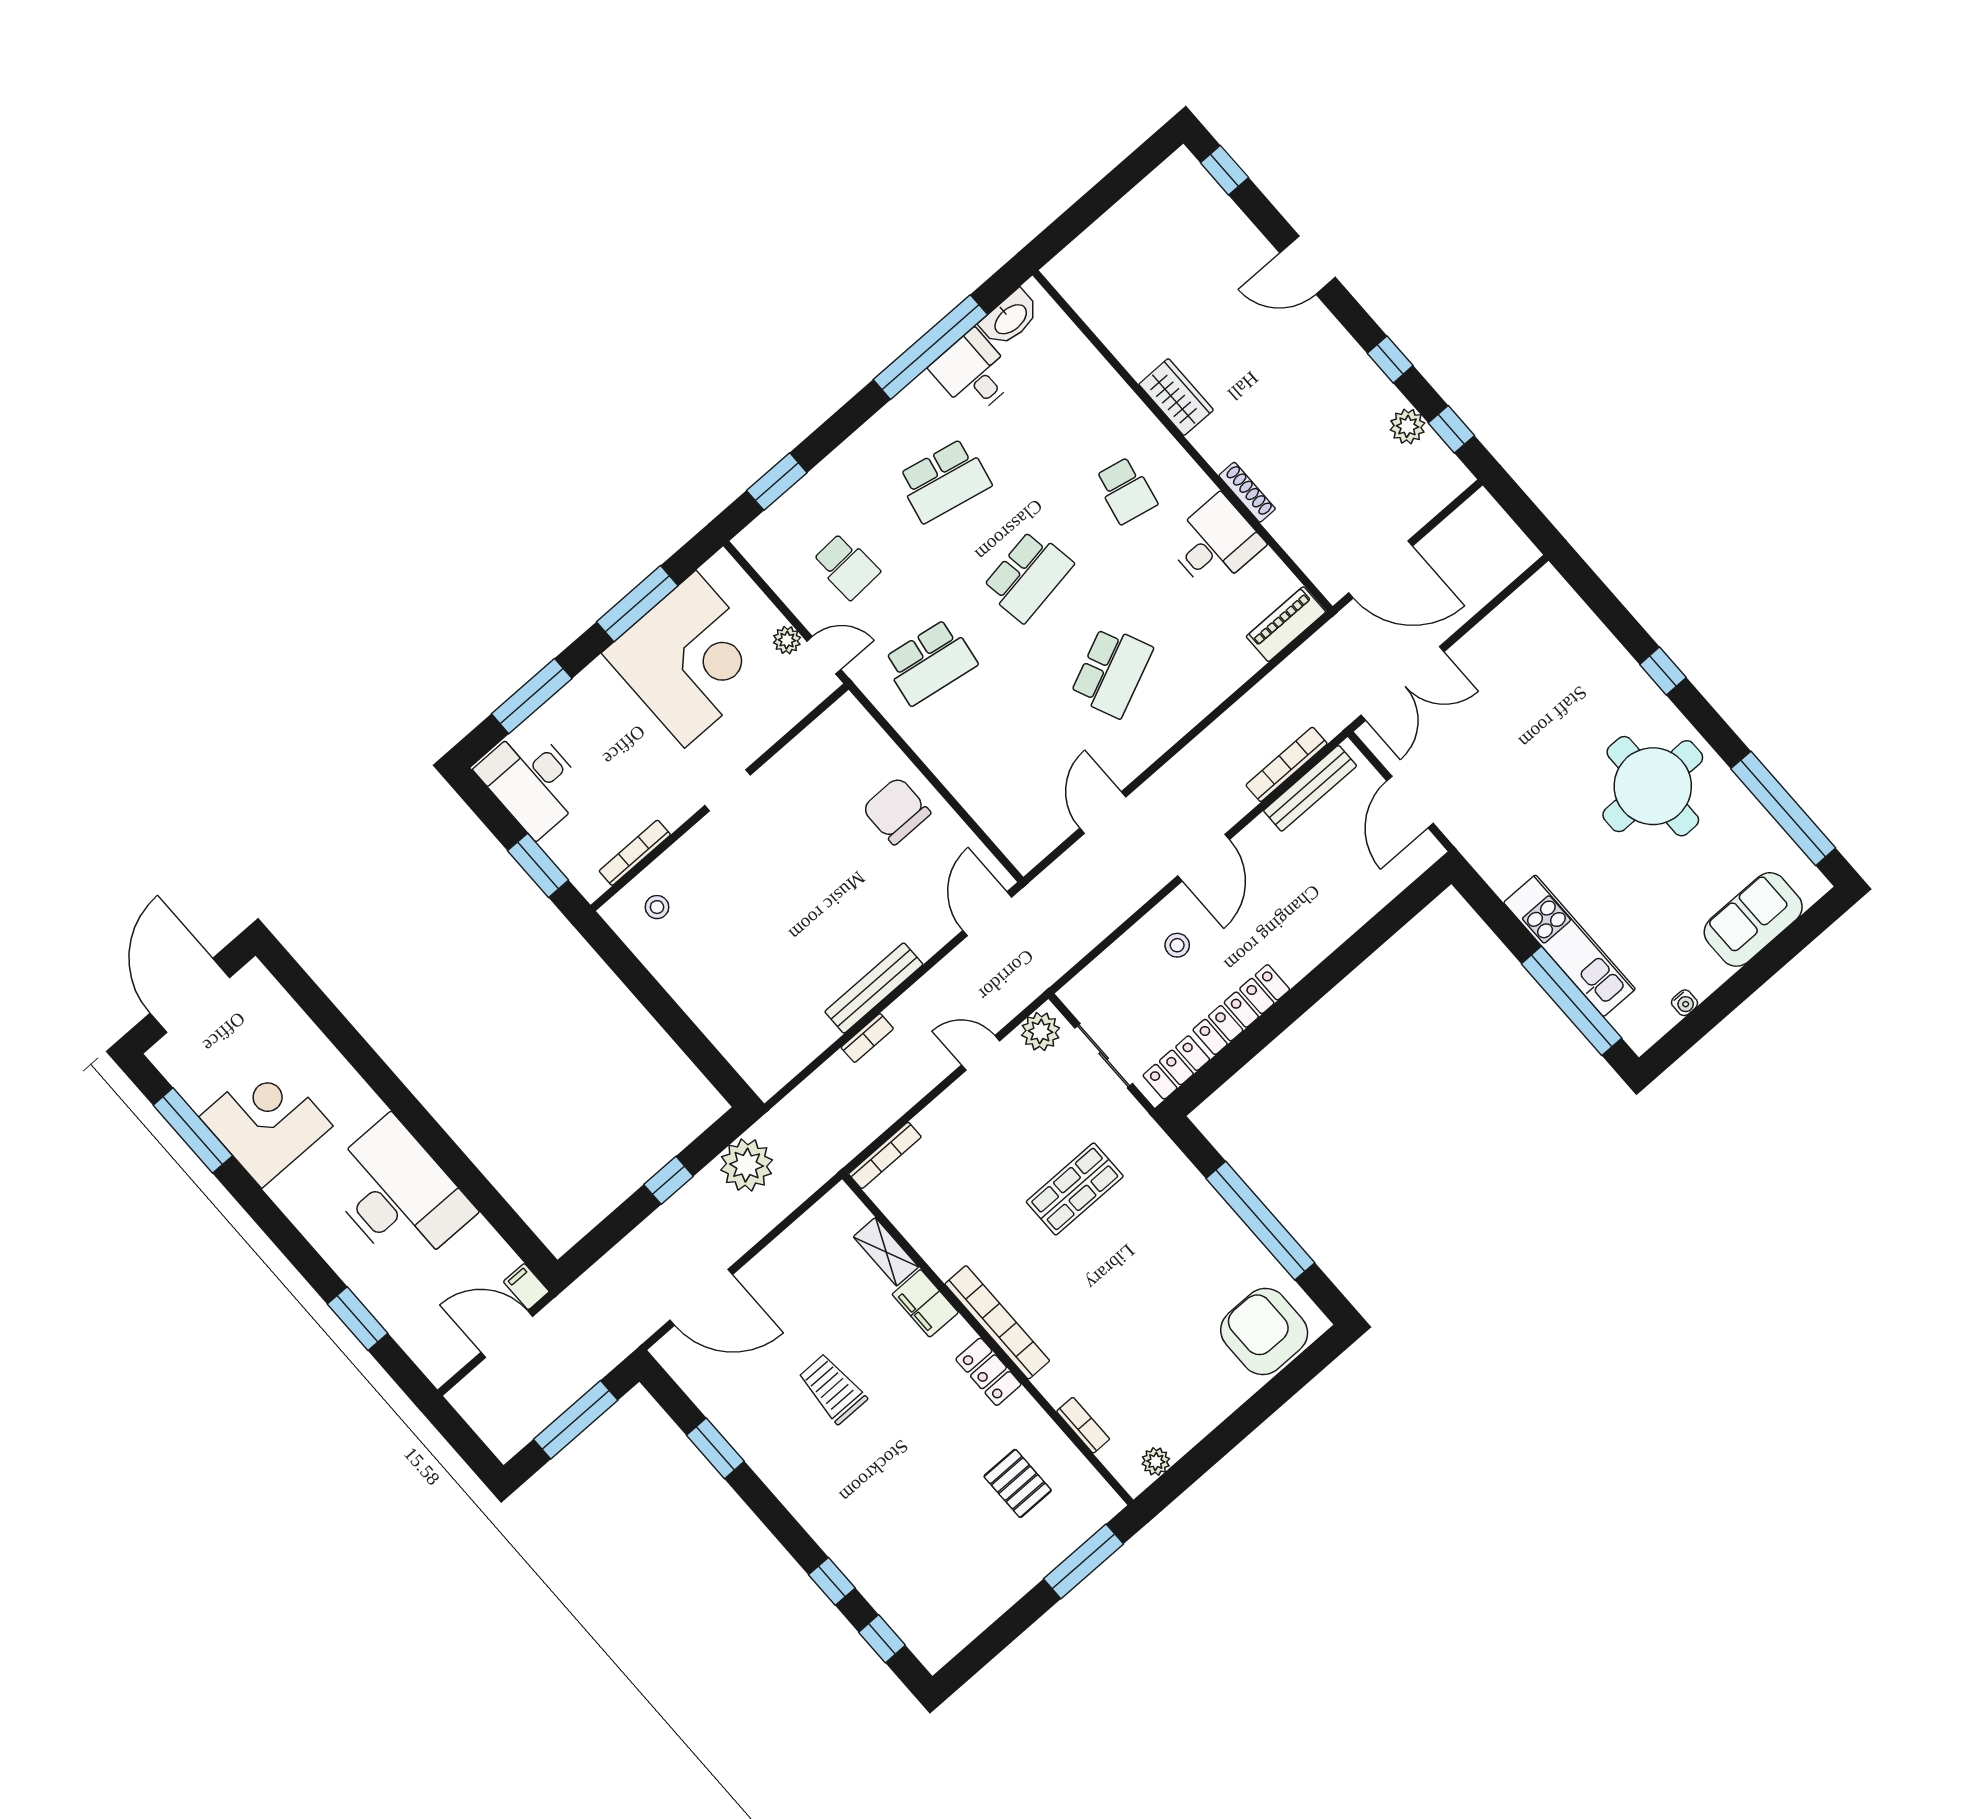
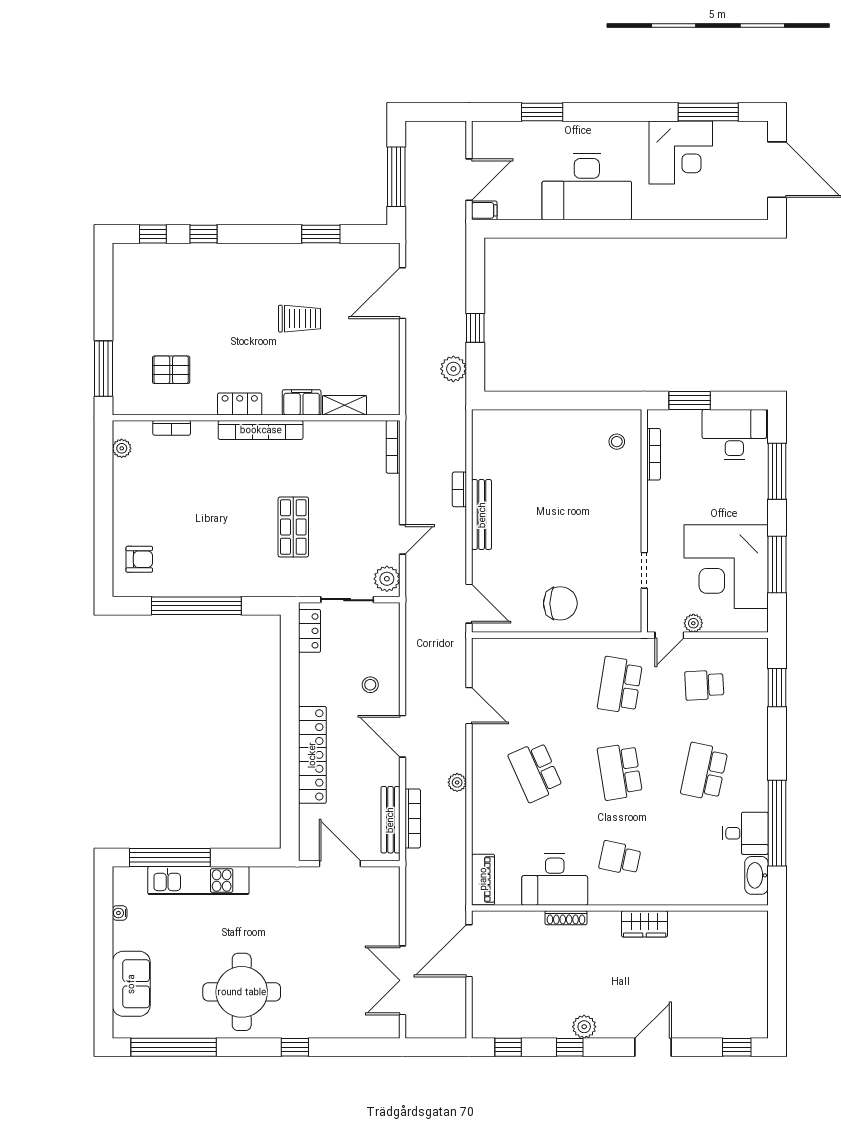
plant: (1407, 426) -> (584, 1027), moved
desk: (1215, 543) -> (555, 880), width x1.37
double door: (1403, 683) -> (402, 980), moved
plant: (1202, 750) -> (457, 782), added
doorway: (727, 790) -> (644, 570), moved
locker: (1241, 1010) -> (312, 755), moved, width x1.41, depth x1.21
plant: (747, 1165) -> (453, 369), width x0.73, depth x0.73
armchair: (1264, 1331) -> (139, 559), width x0.53, depth x0.53

